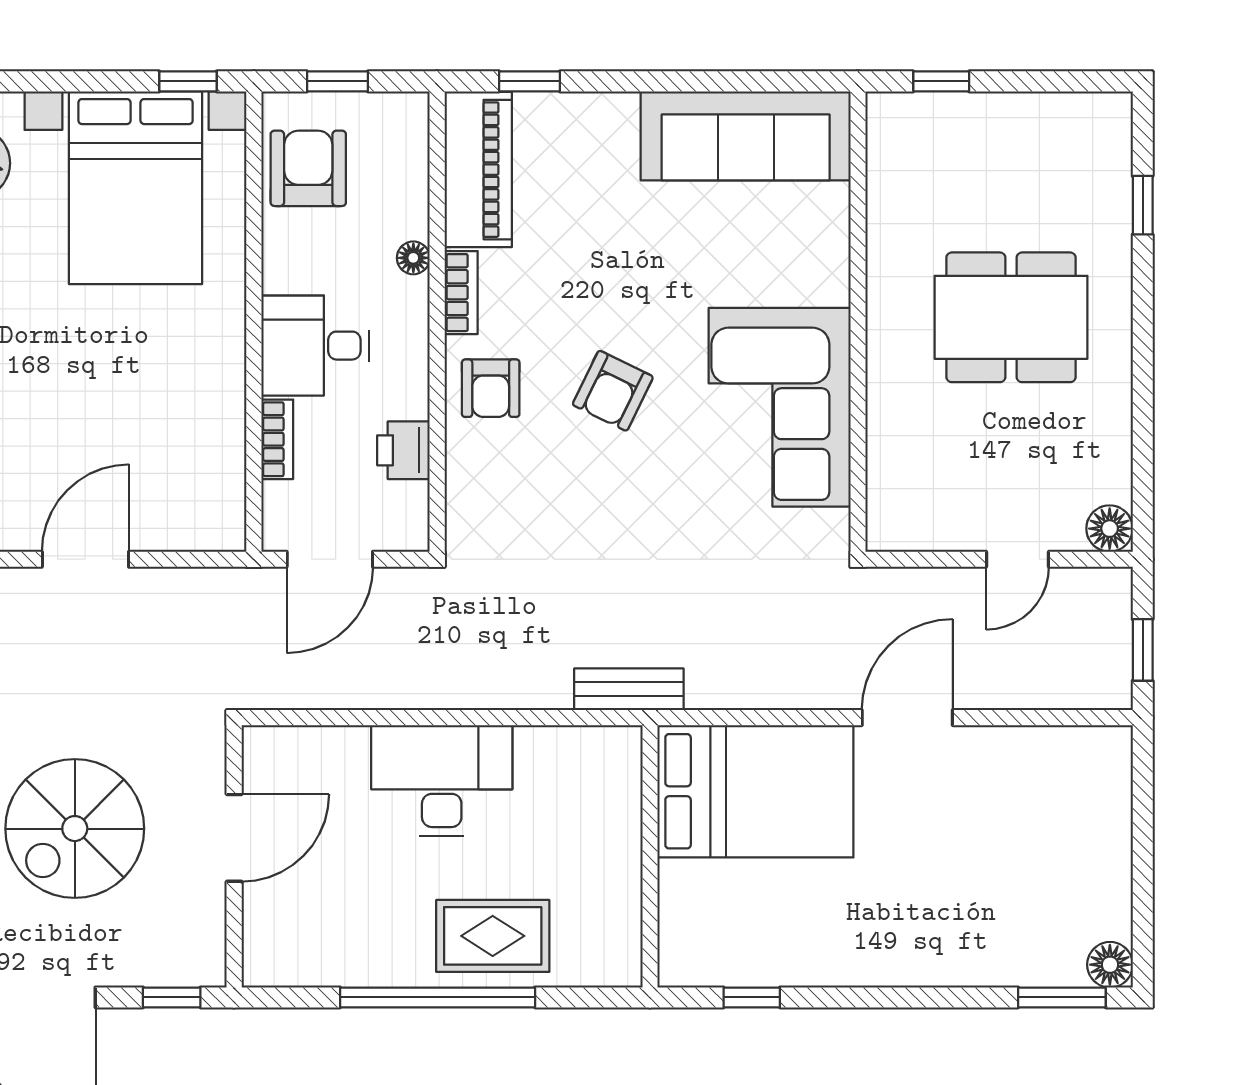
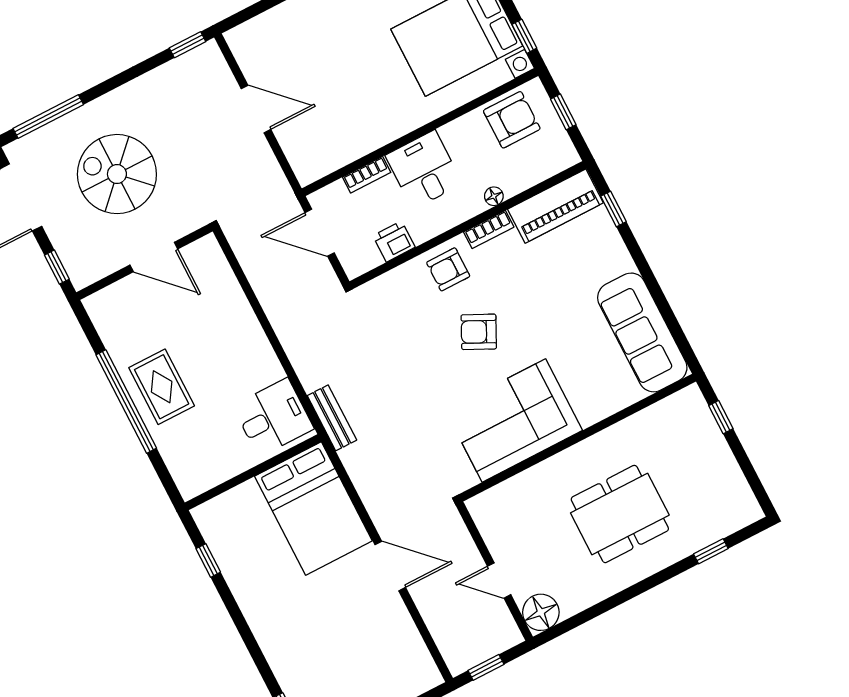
dining table: (1011, 317) -> (620, 514), turned 90
floor lamp: (1110, 529) -> (541, 612), width x1.38, depth x1.38
desk: (442, 781) -> (273, 417), moved, width x0.73
rug: (493, 936) -> (162, 387), moved

